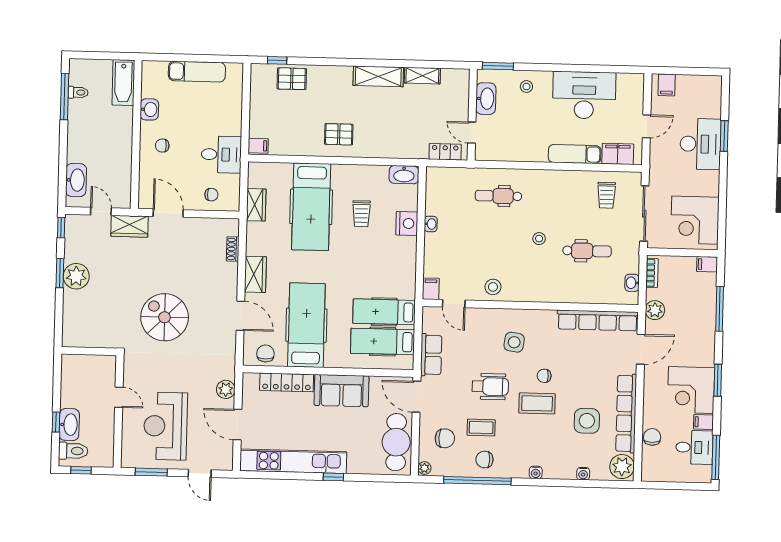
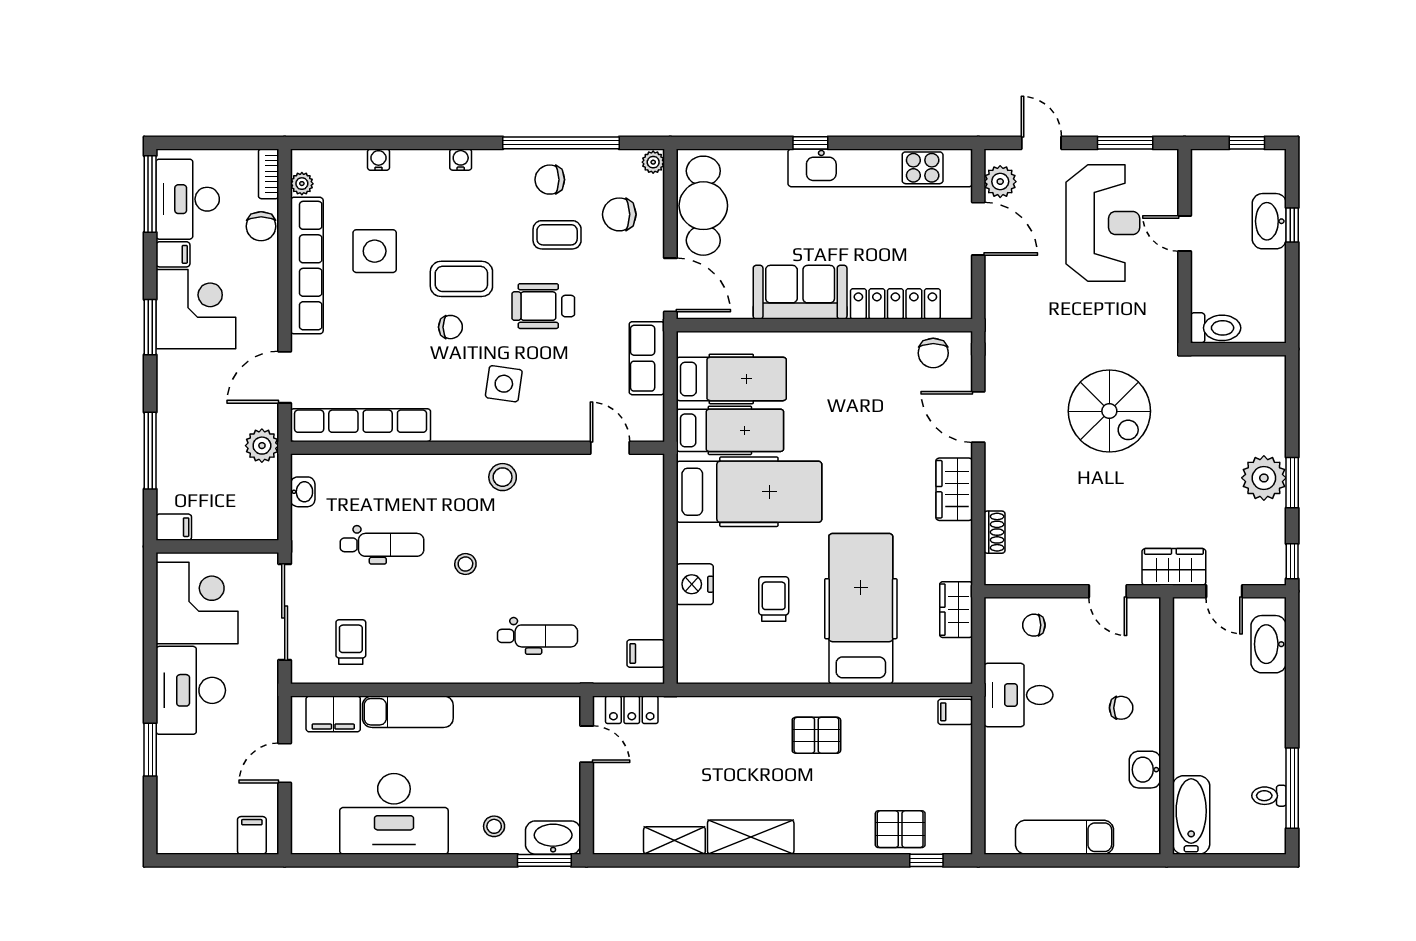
washbasin: (486, 99) -> (553, 838), moved, turned 90
desk: (700, 144) -> (191, 690), moved
washbasin: (404, 175) -> (702, 668), removed
door: (168, 213) -> (1108, 591), width x0.73
washbasin: (431, 224) -> (653, 584), removed
dental chair: (587, 251) -> (382, 545), turned 180
bookcase: (652, 273) -> (269, 174), moved
stool: (493, 287) -> (503, 477), moved
filing cabinet: (431, 289) -> (646, 654), moved, turned 90
hospital bed: (306, 325) -> (749, 492), moved, turned -90
plant: (226, 389) -> (1000, 182), moved
door: (119, 397) -> (1185, 234), moved
desk: (694, 447) -> (188, 199), width x1.37
toilet: (73, 451) -> (1216, 328), moved, turned 180
chair: (484, 459) -> (550, 180), turned 180
plant: (622, 467) -> (302, 184), width x0.53, depth x0.53

